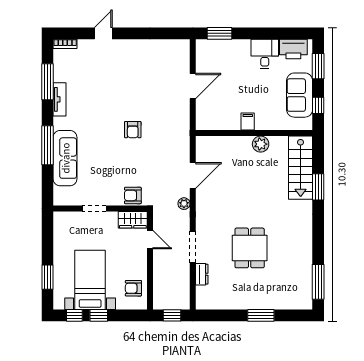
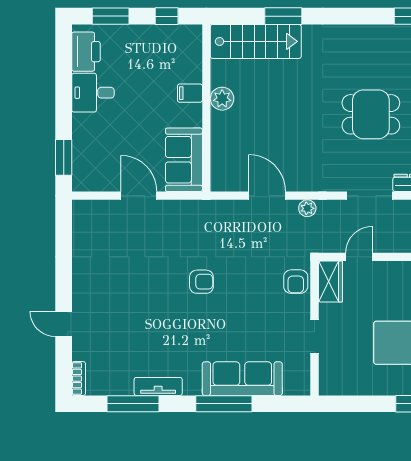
sofa: (300, 95) -> (184, 160), moved, turned 90
filing cabinet: (248, 122) -> (190, 93), moved

